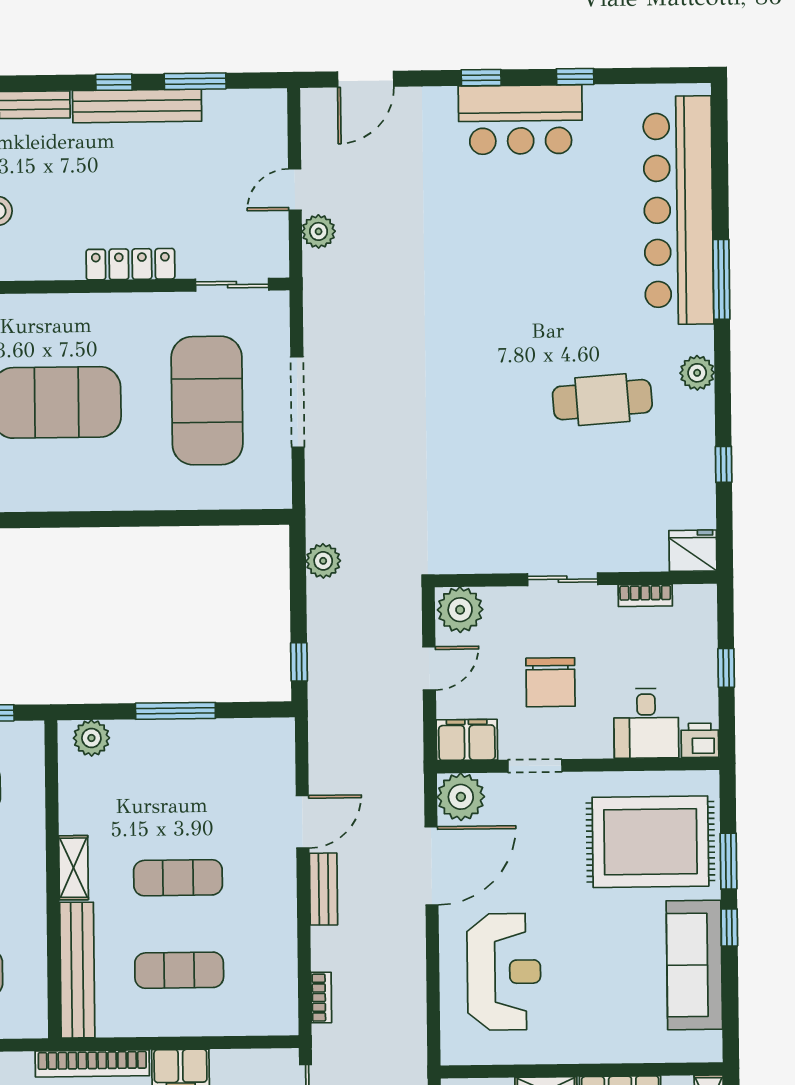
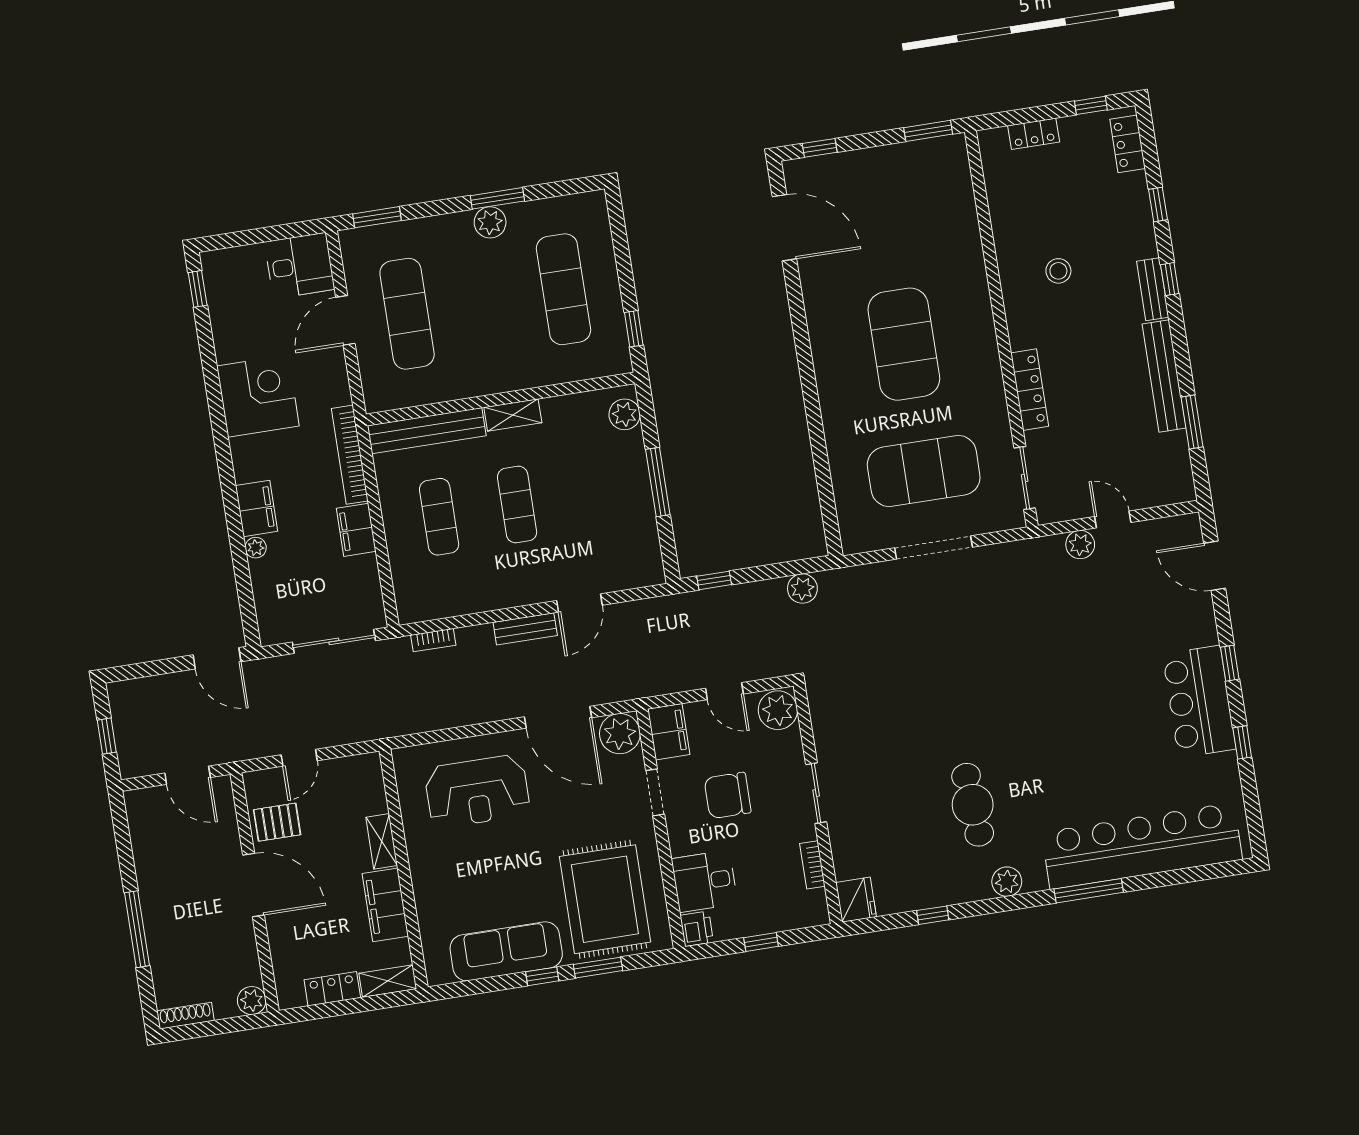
window: (114, 82) -> (1170, 279), moved
door: (303, 822) -> (579, 603), hinge flipped

